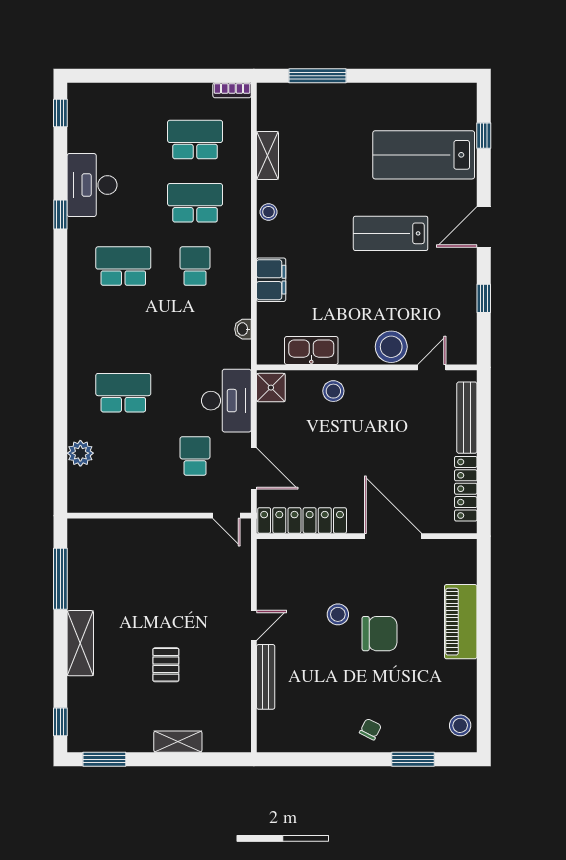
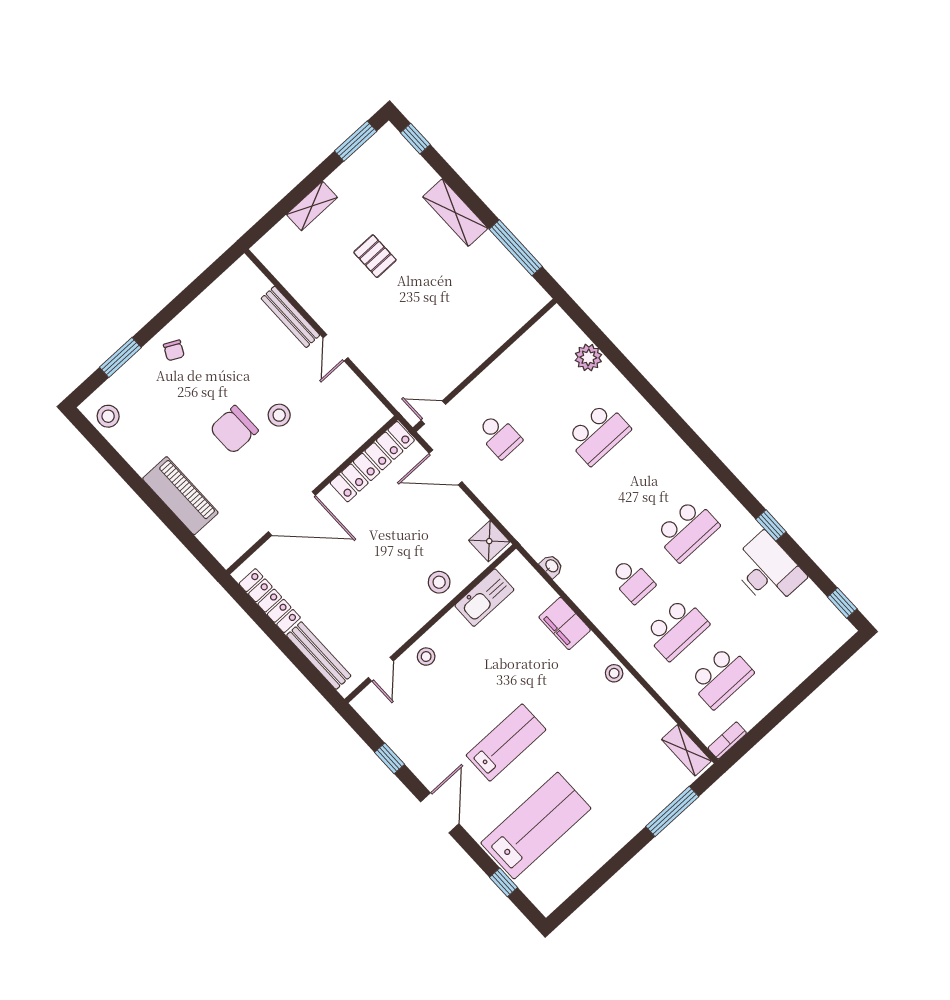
shelving: (267, 155) -> (686, 750), moved
stool: (391, 347) -> (426, 657), width x0.53, depth x0.53
desk: (226, 401) -> (514, 500), removed

